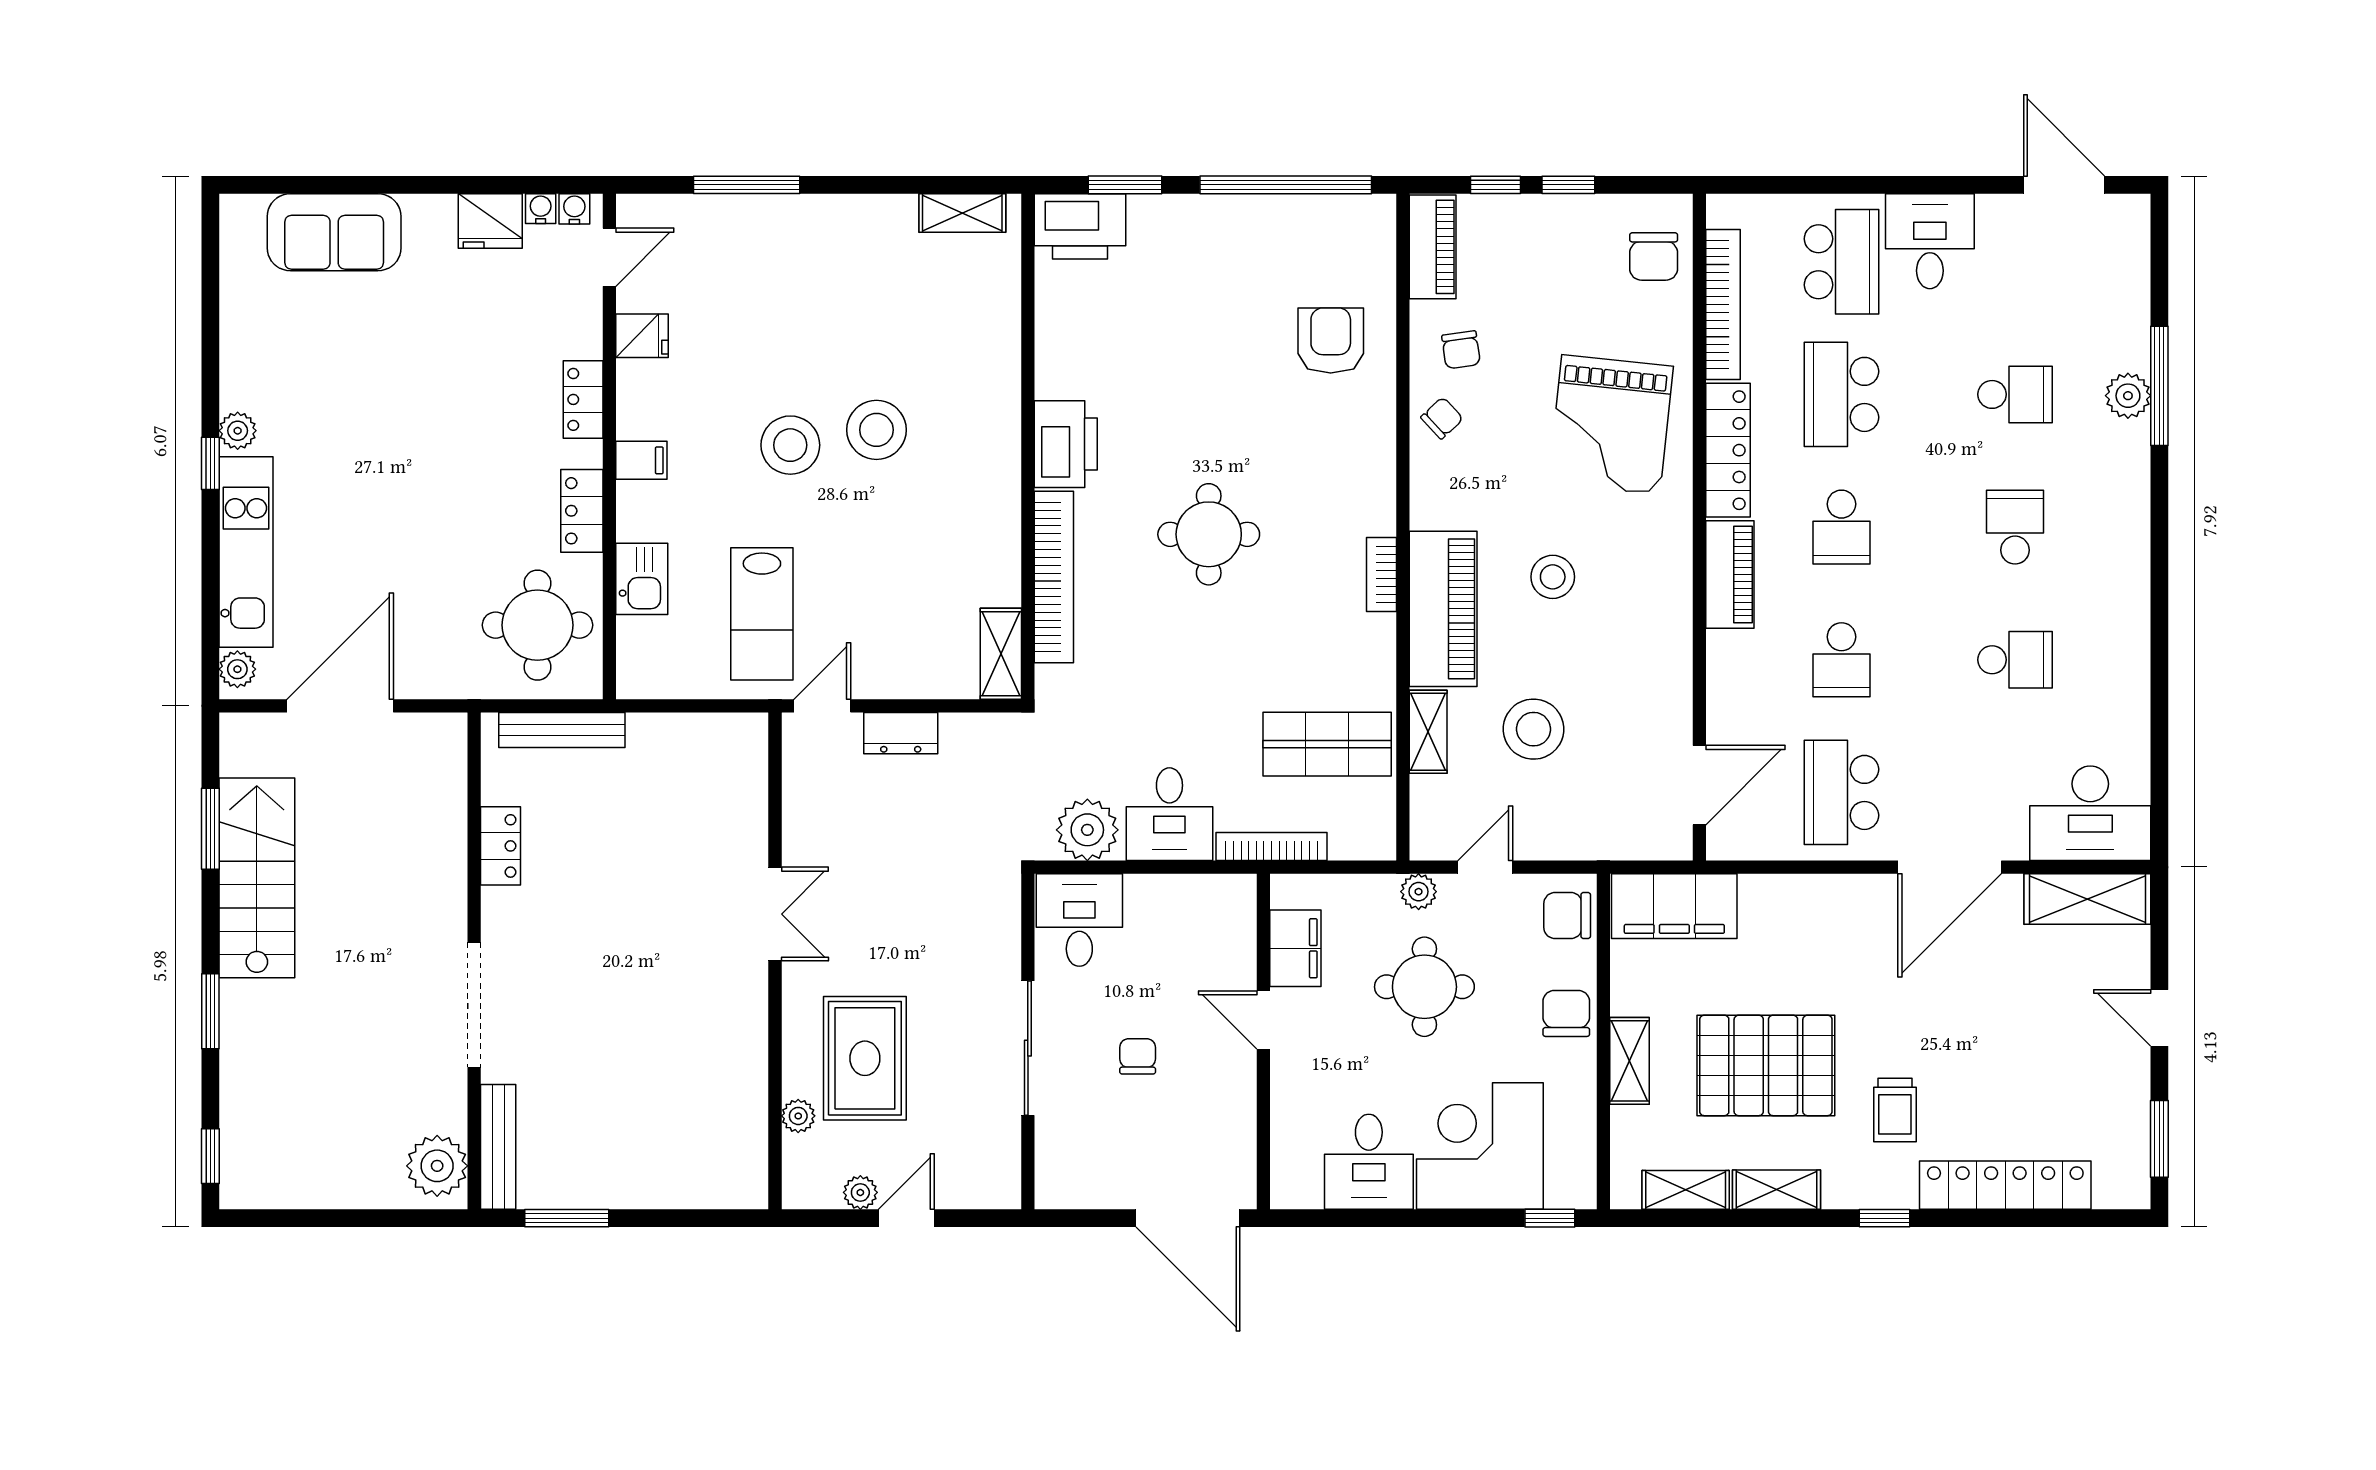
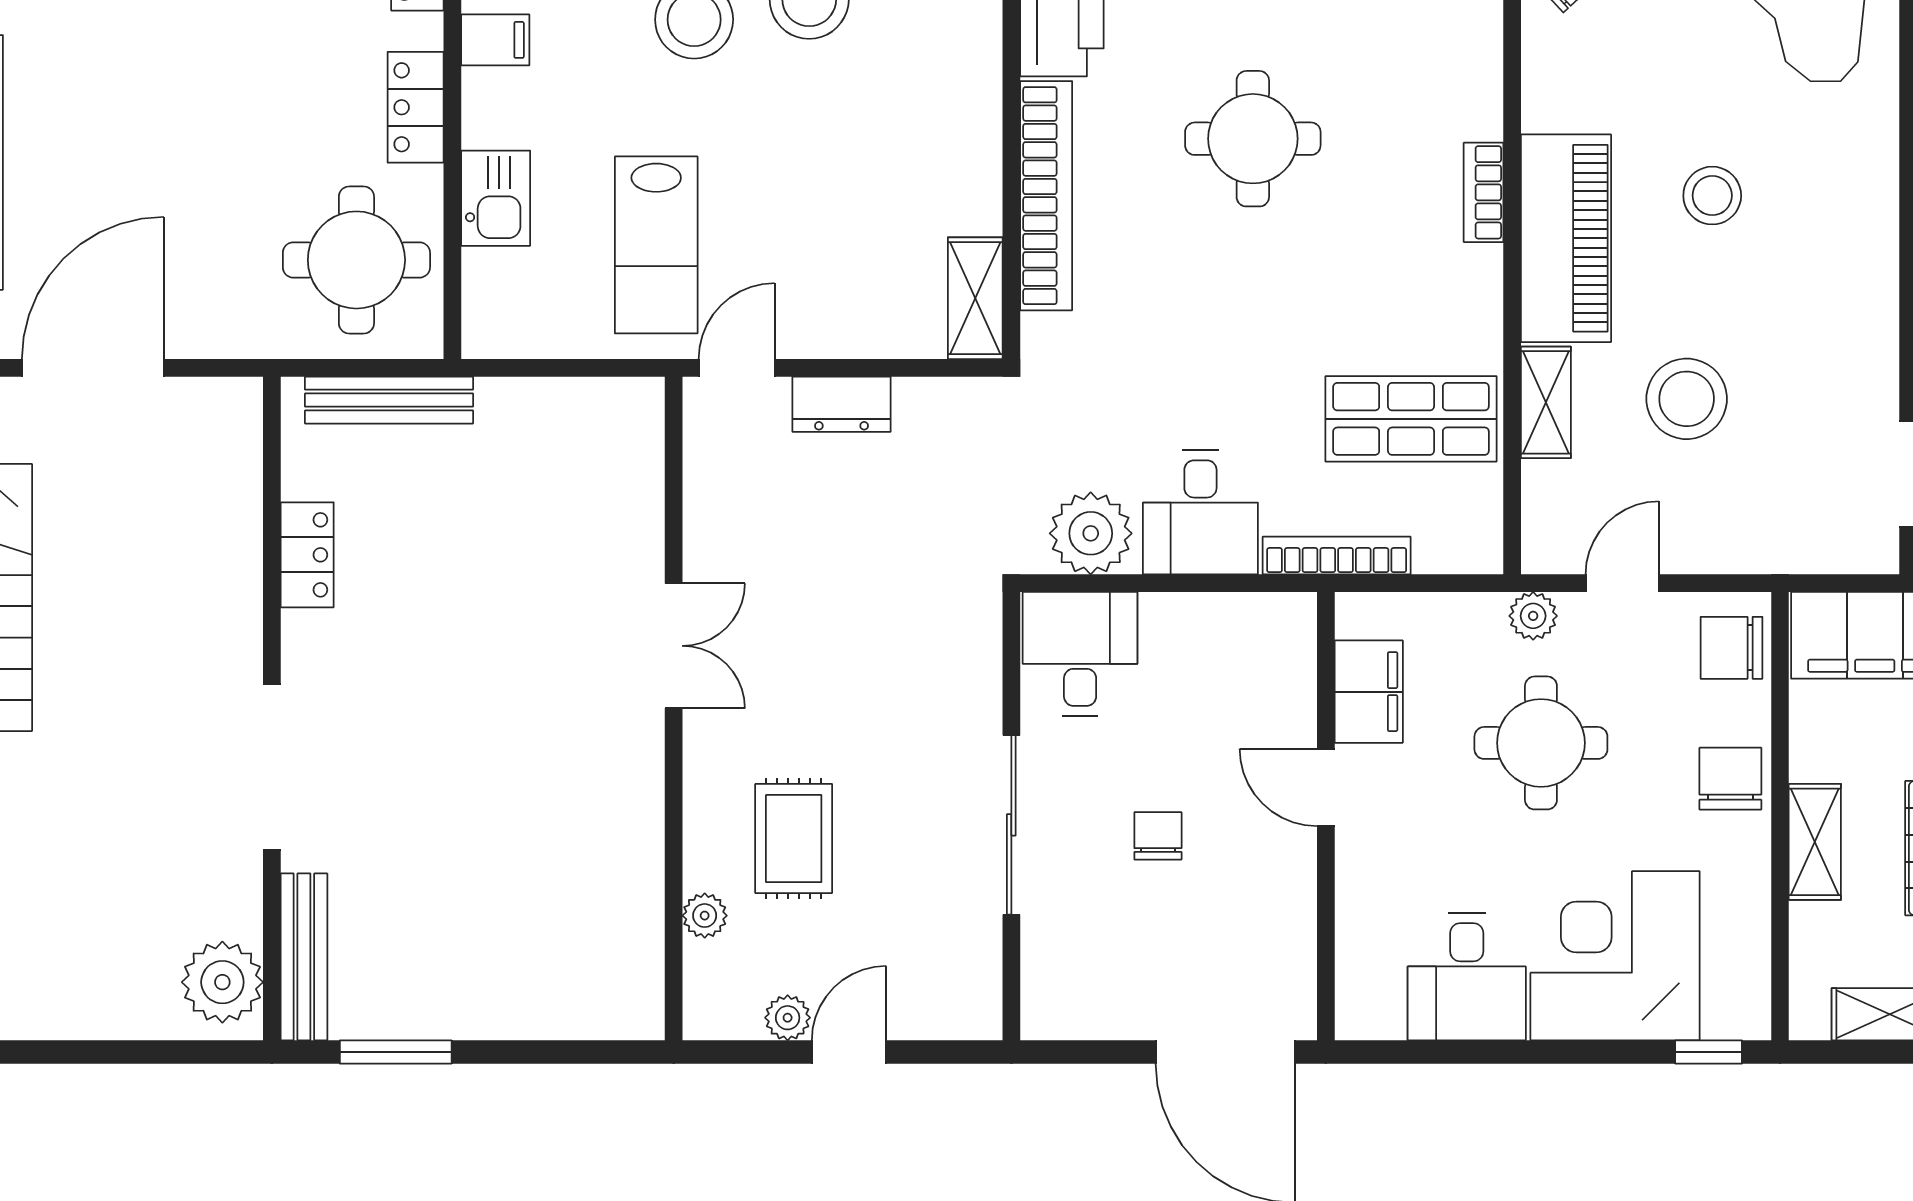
rug: (865, 1058) -> (794, 839), width x0.73, depth x0.70

